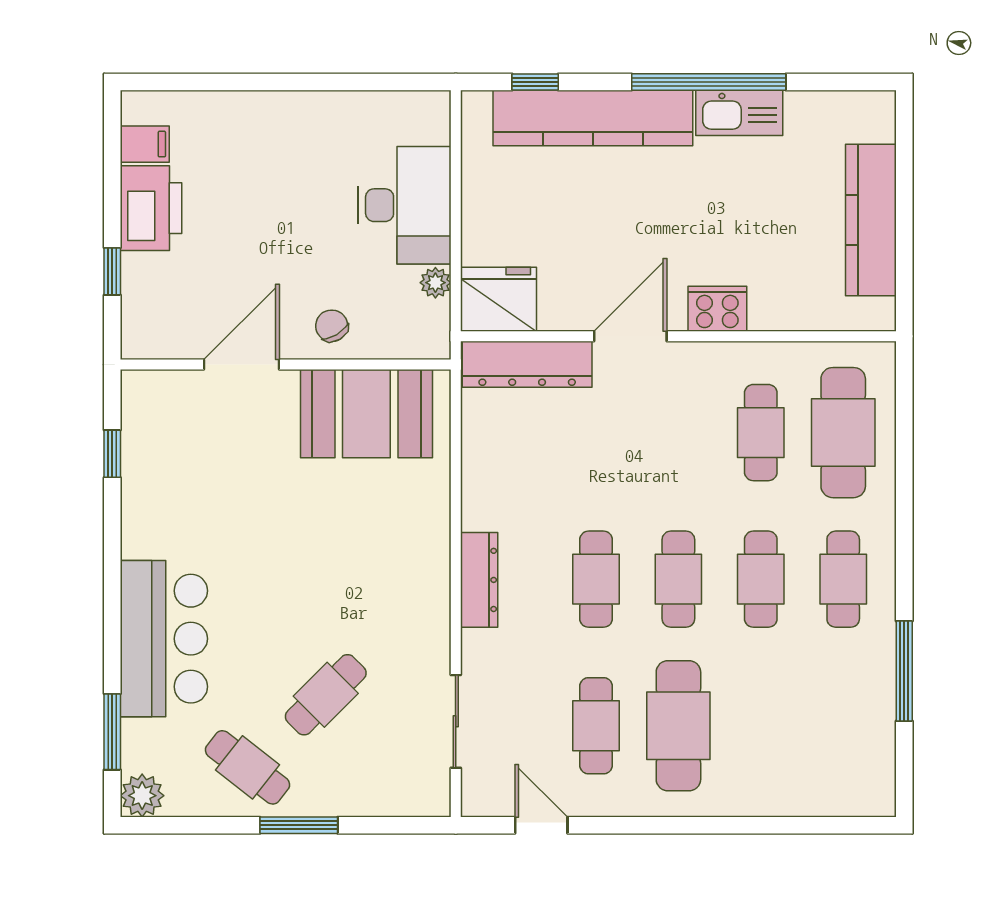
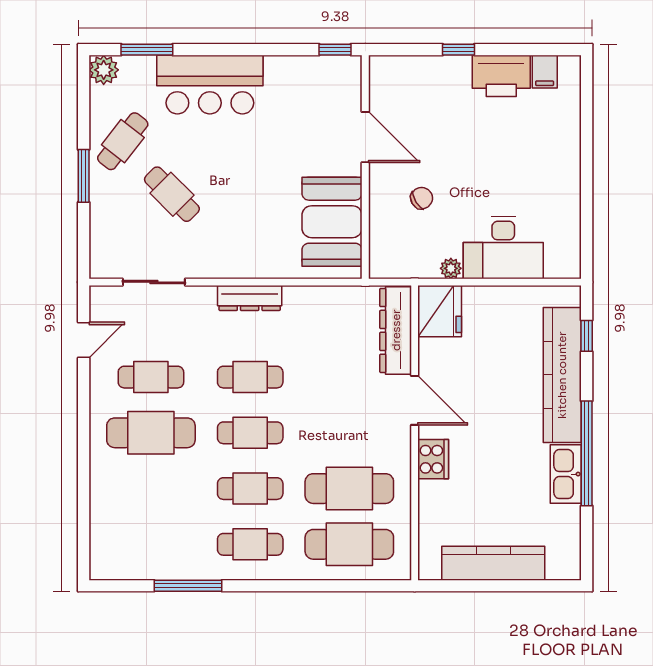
door: (242, 365) -> (365, 137), moved
wall: (286, 365) -> (365, 167), moved
booth: (366, 414) -> (332, 222), moved
cafe table: (761, 433) -> (349, 489), width x1.37, depth x1.35

